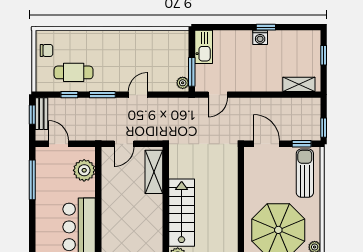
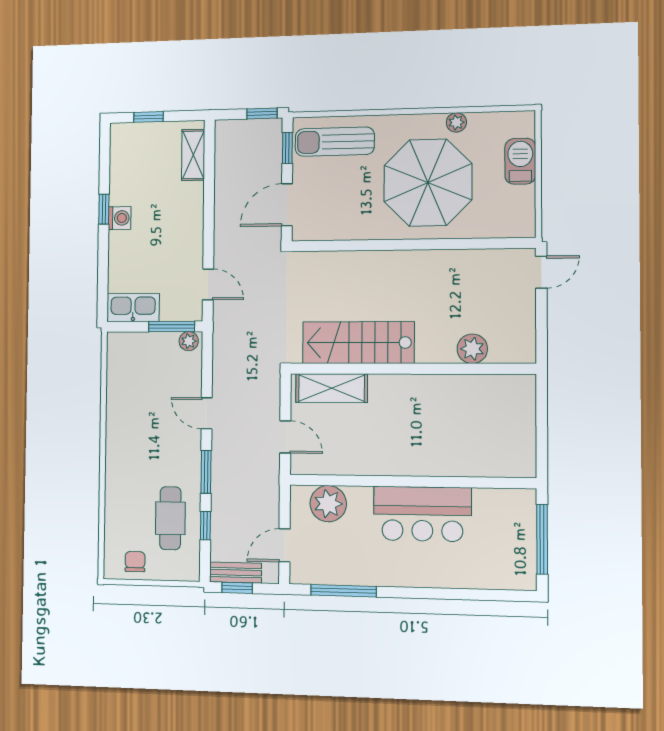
stairs: (182, 213) -> (358, 343), moved

